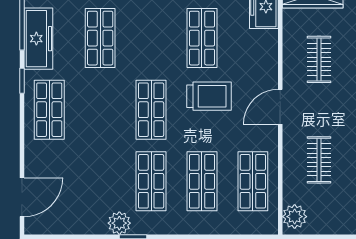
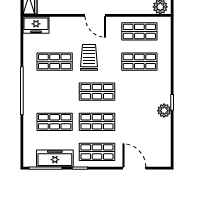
shop shelf: (151, 181) -> (97, 122), moved
door: (22, 197) -> (134, 168), moved

